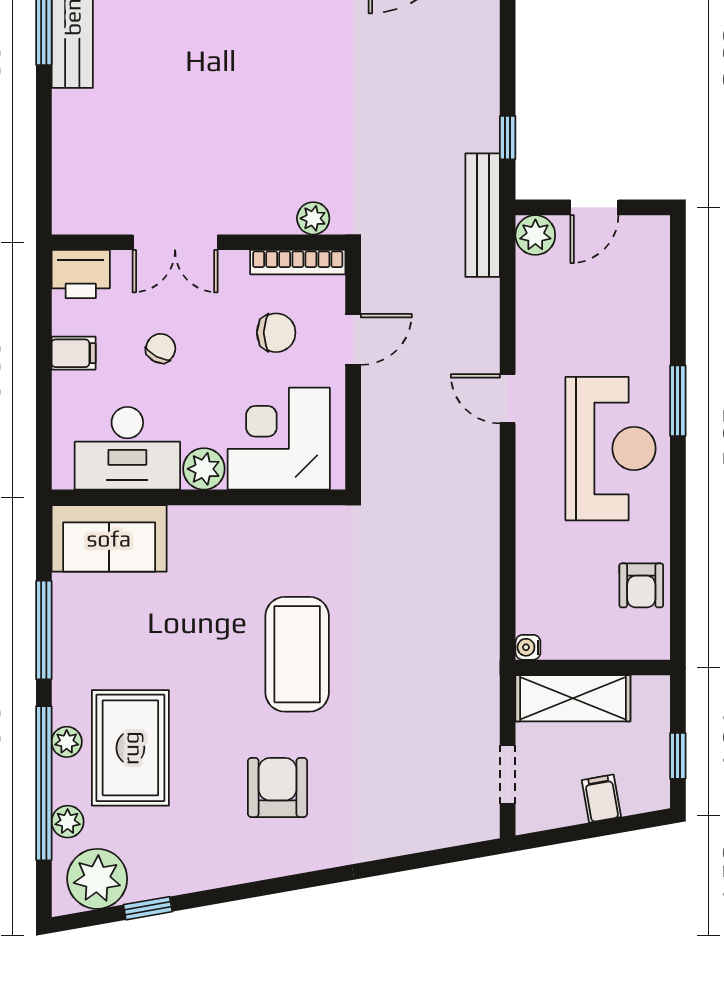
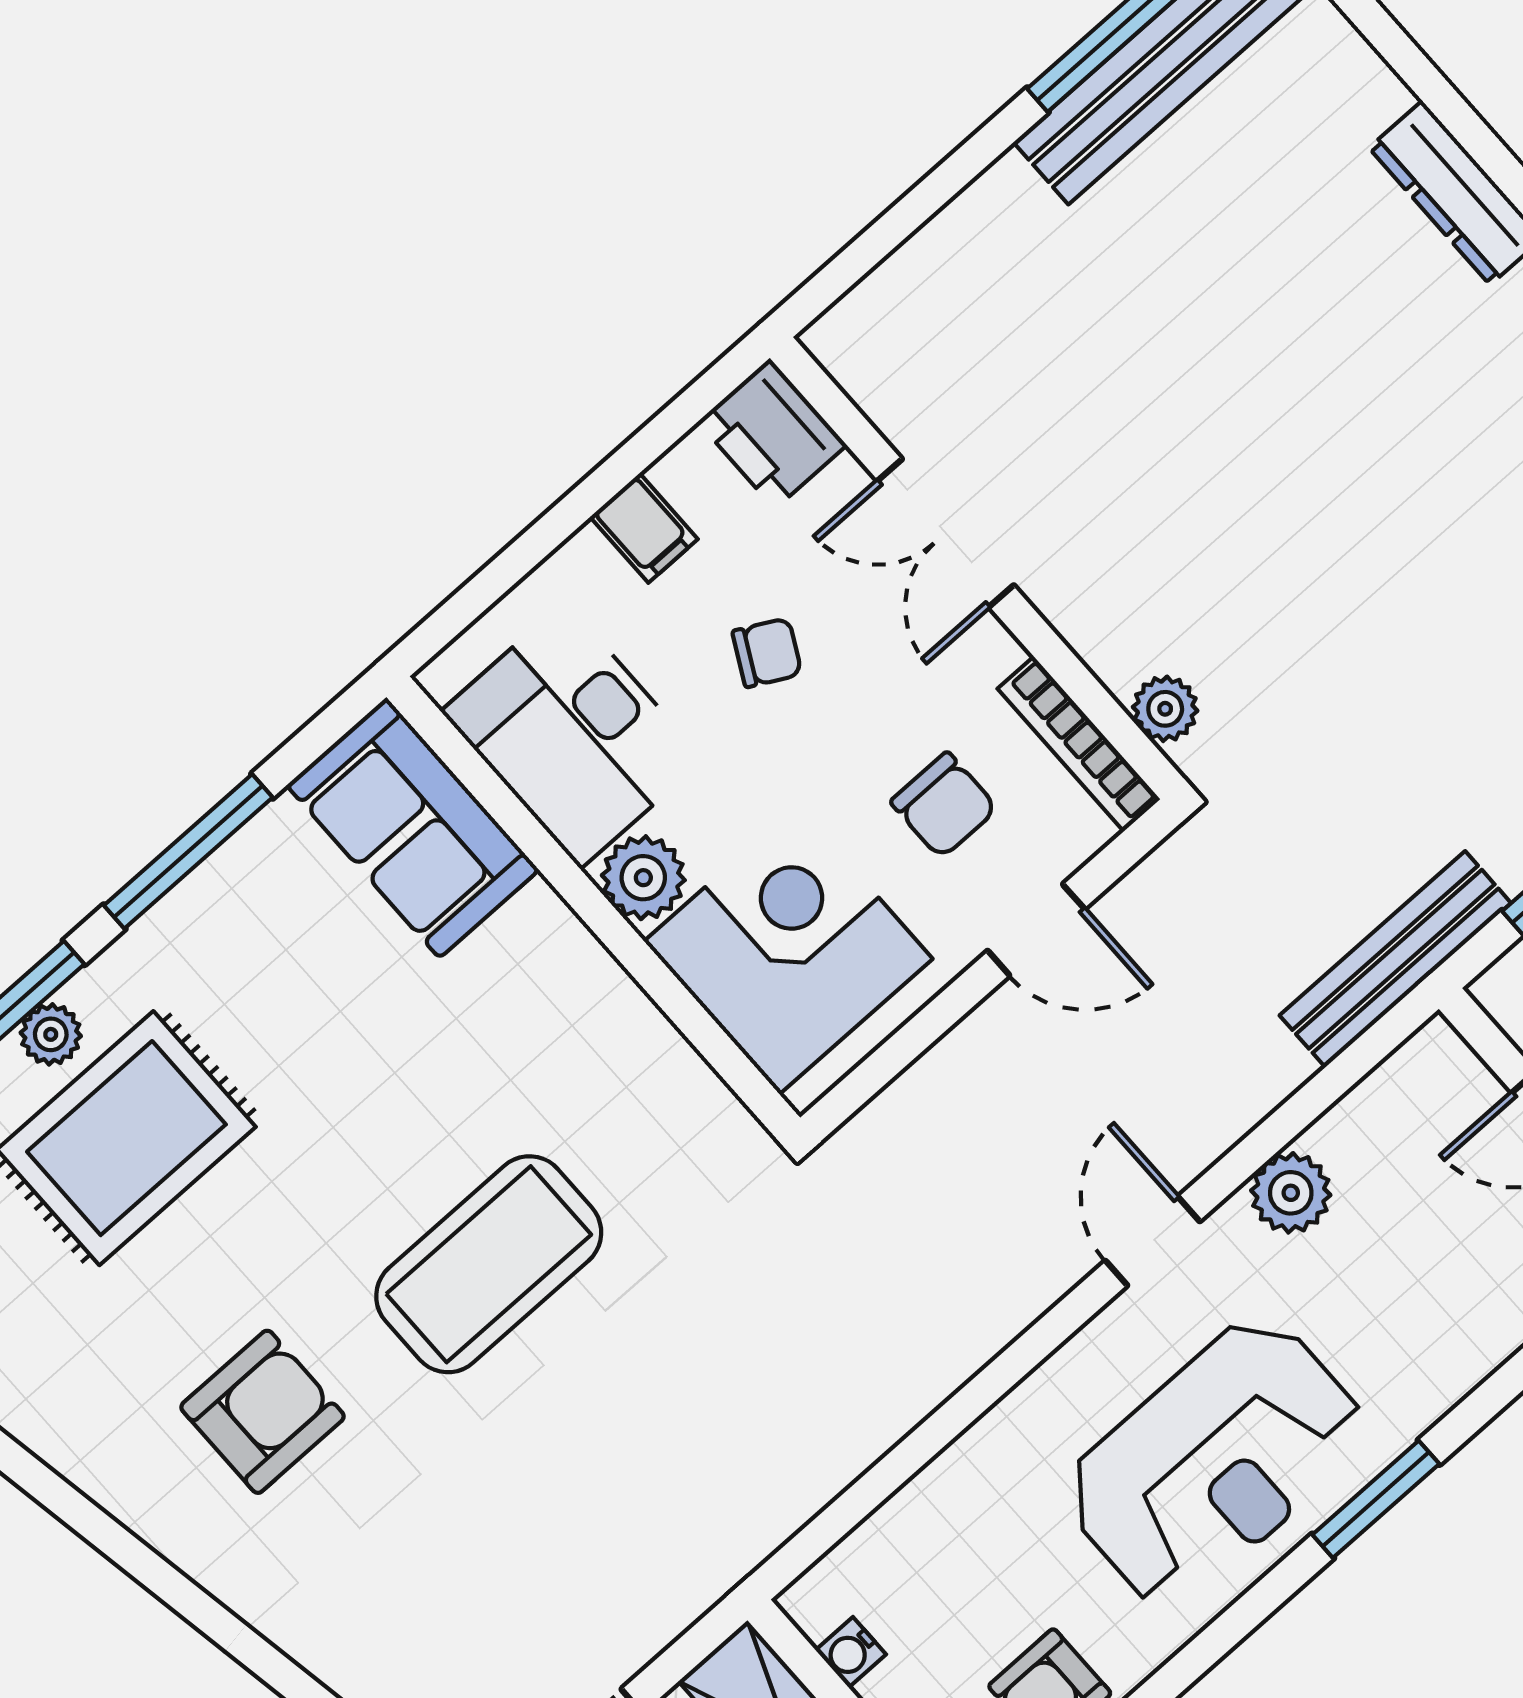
plant: (535, 235) -> (1291, 1193), moved
water cooler: (528, 647) -> (851, 1652), moved, turned -90

